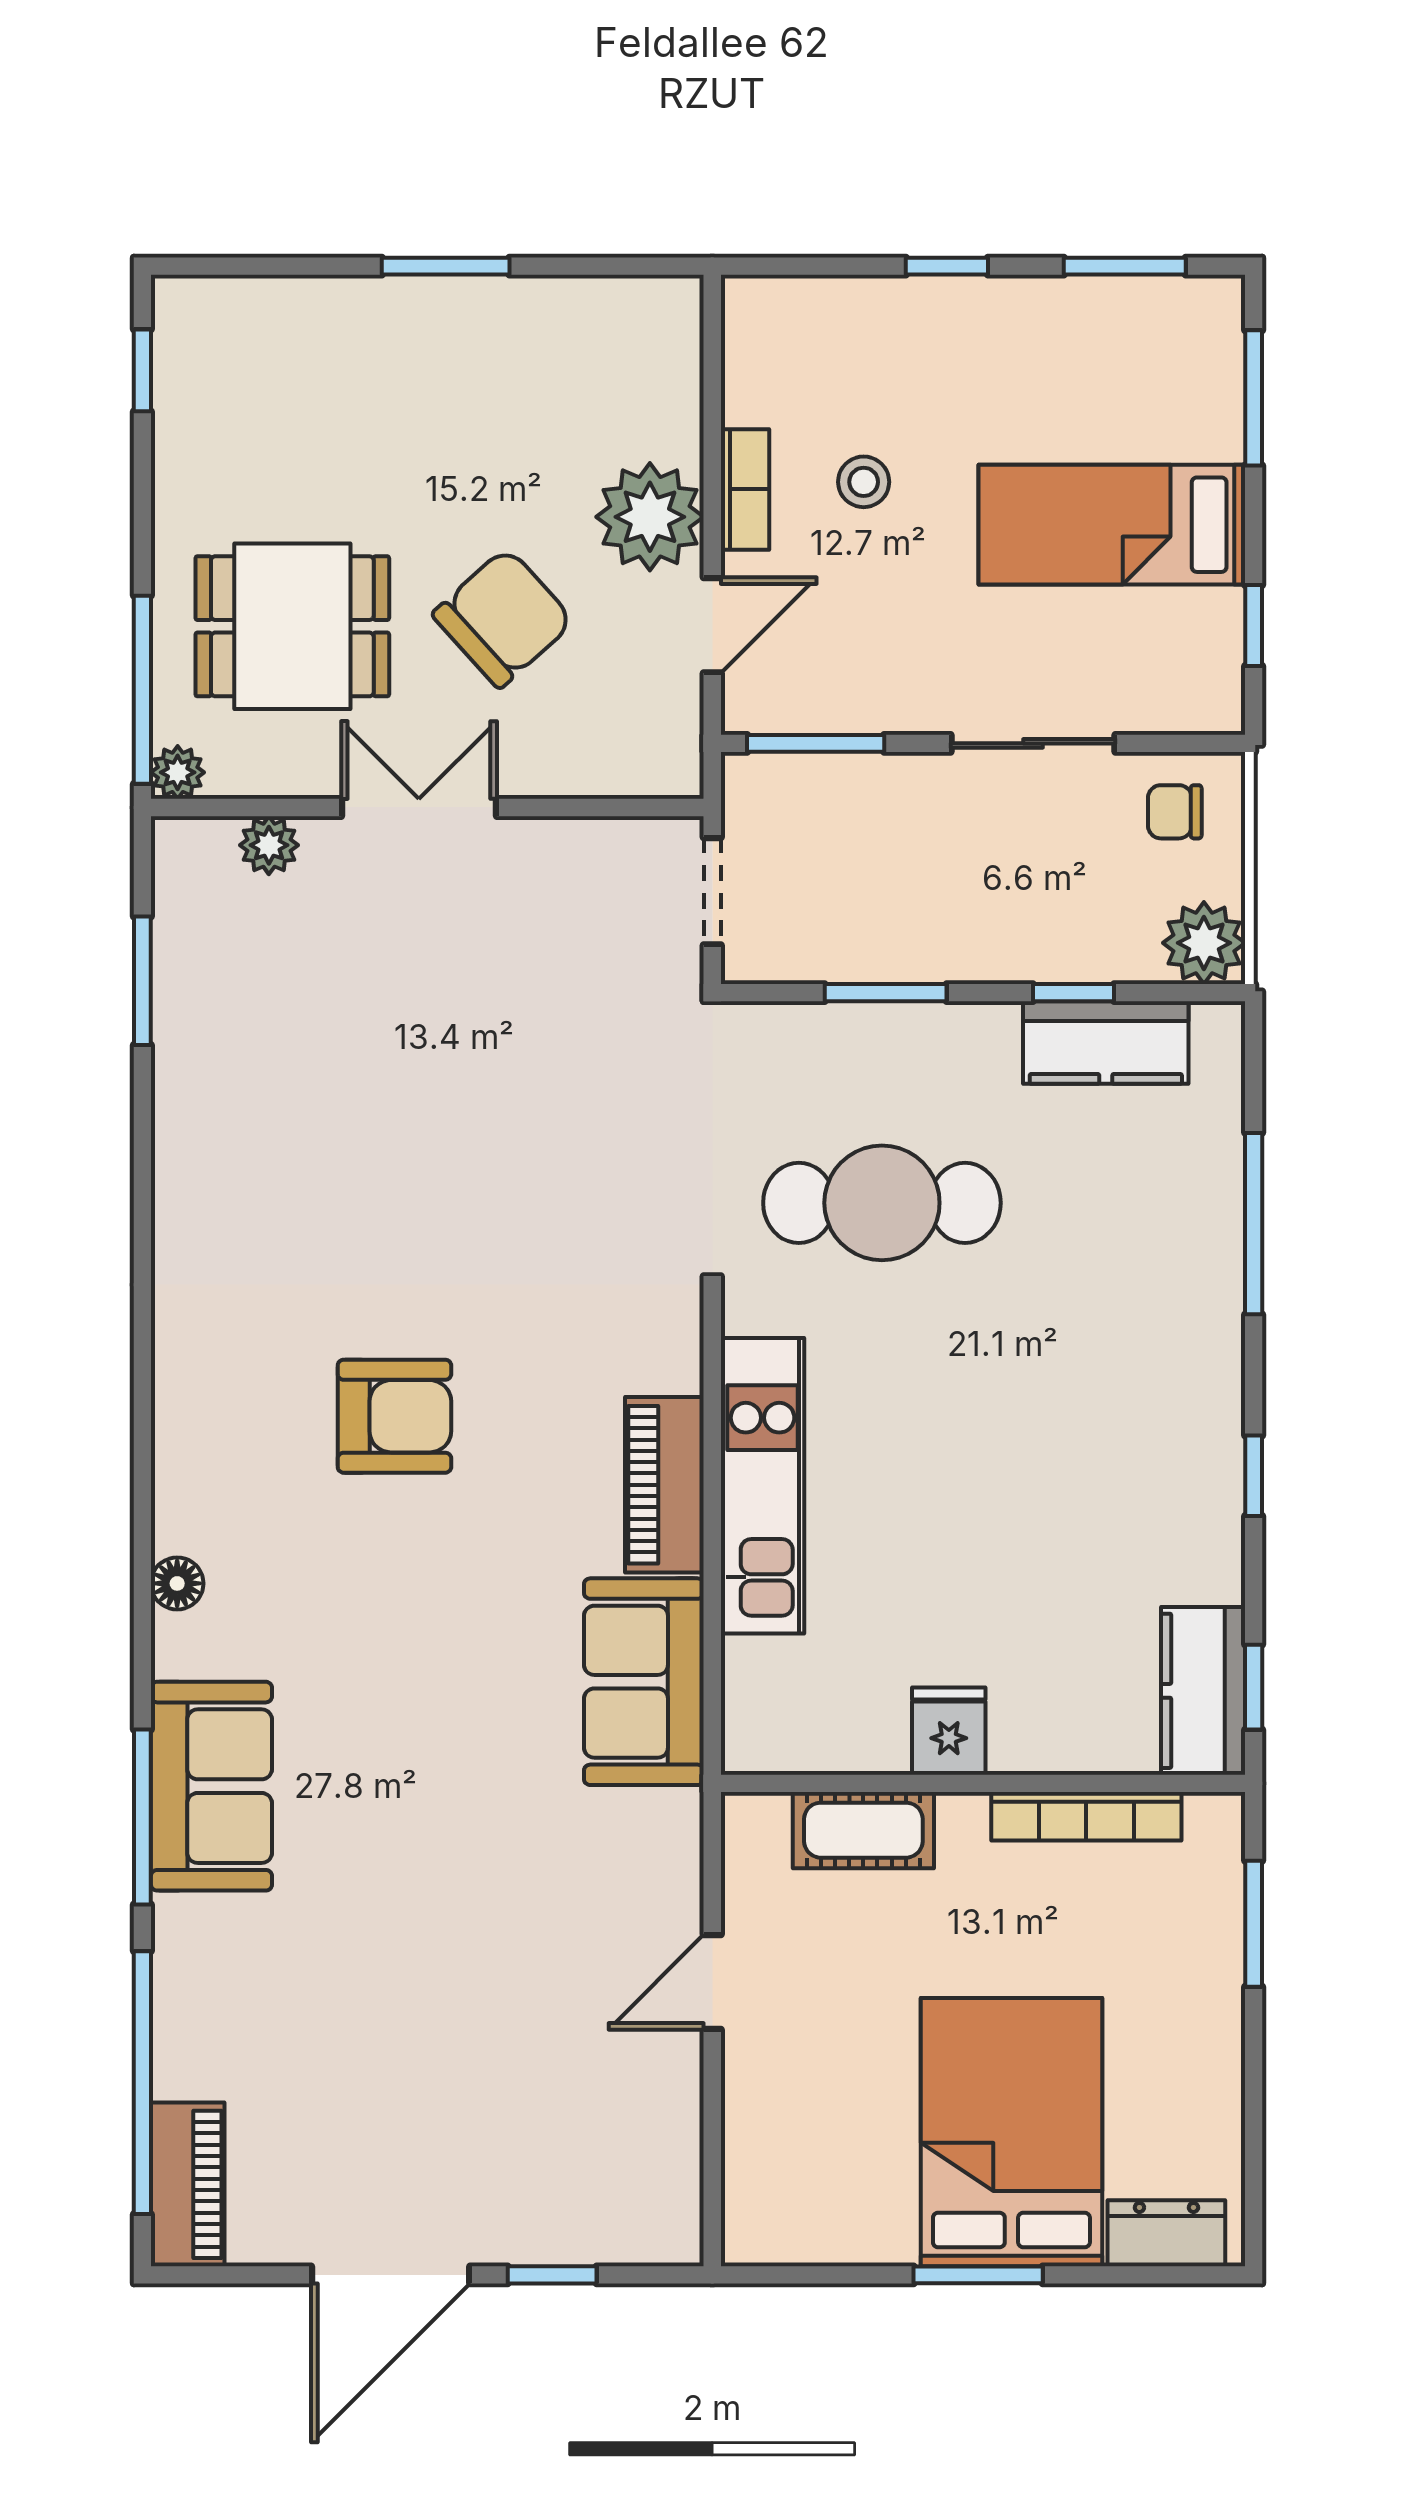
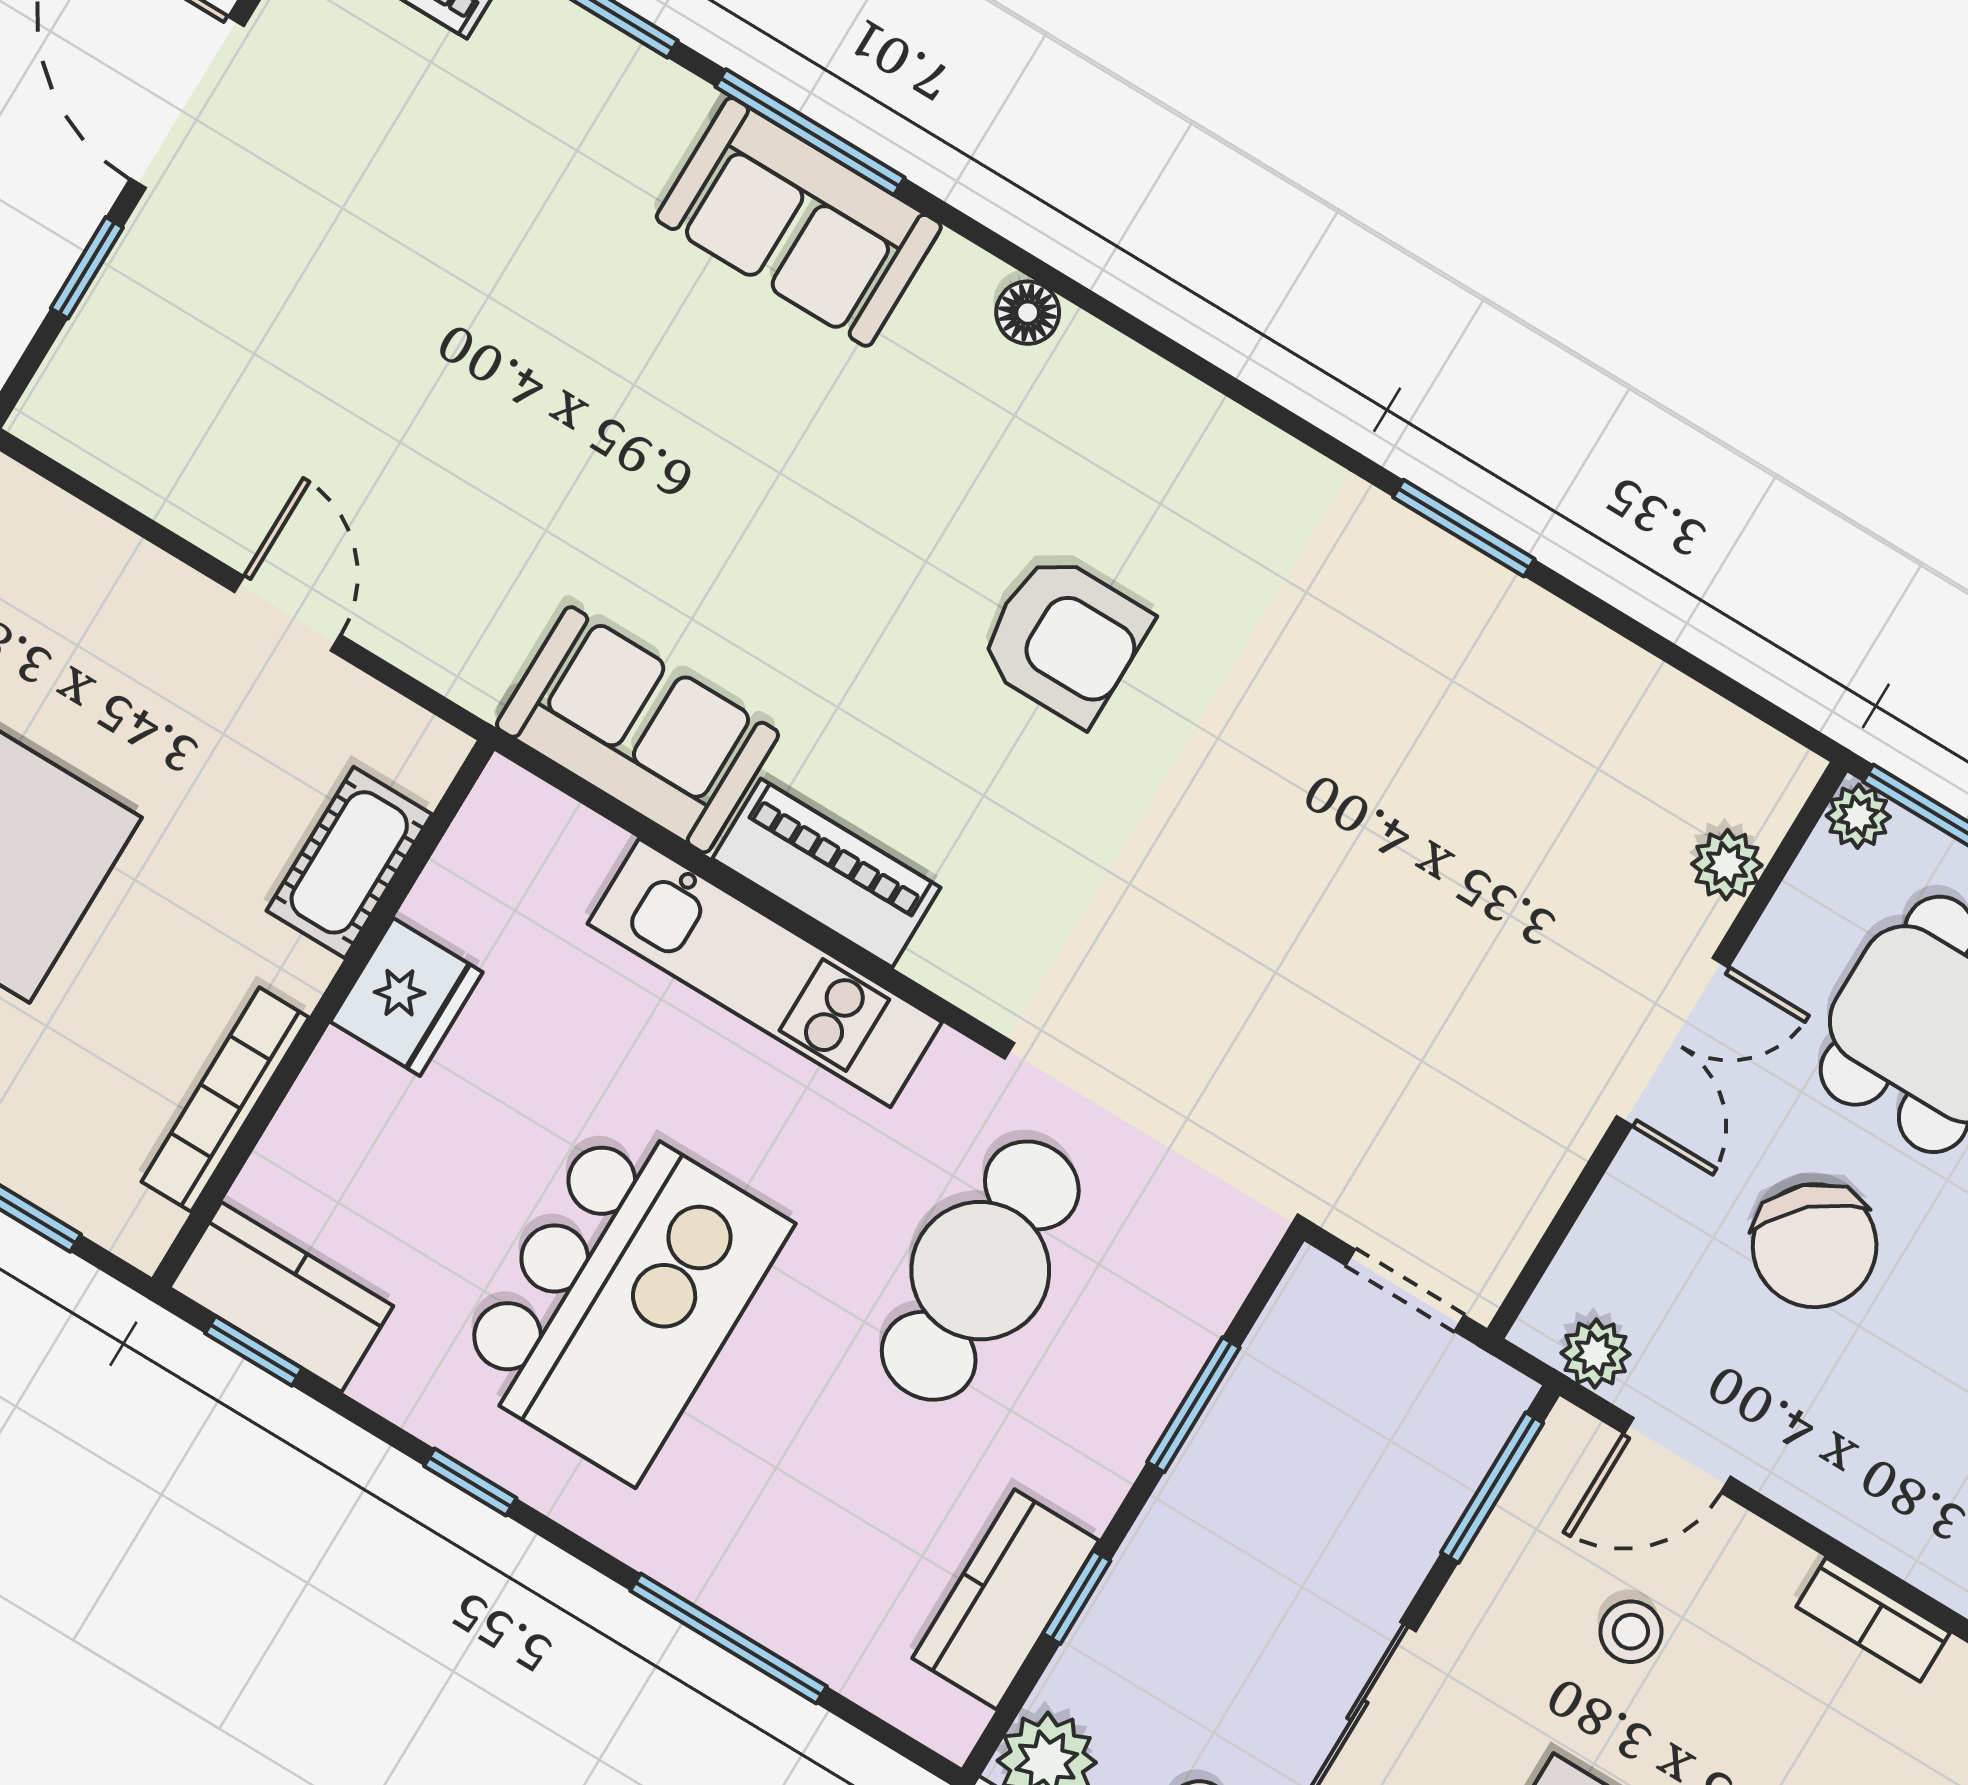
stool: (864, 482) -> (1631, 1632), moved
bookcase: (745, 489) -> (1873, 1620), moved
plant: (650, 517) -> (1596, 1354), moved, width x0.53, depth x0.53
door: (712, 625) -> (1677, 1455), hinge flipped
window: (142, 981) -> (1464, 528), moved
armchair: (394, 1416) -> (1064, 639), turned -90
kitchen island: (1057, 1447) -> (621, 1299), added
fridge: (949, 1731) -> (407, 997), width x1.38

